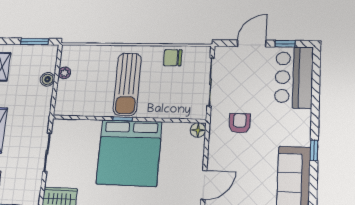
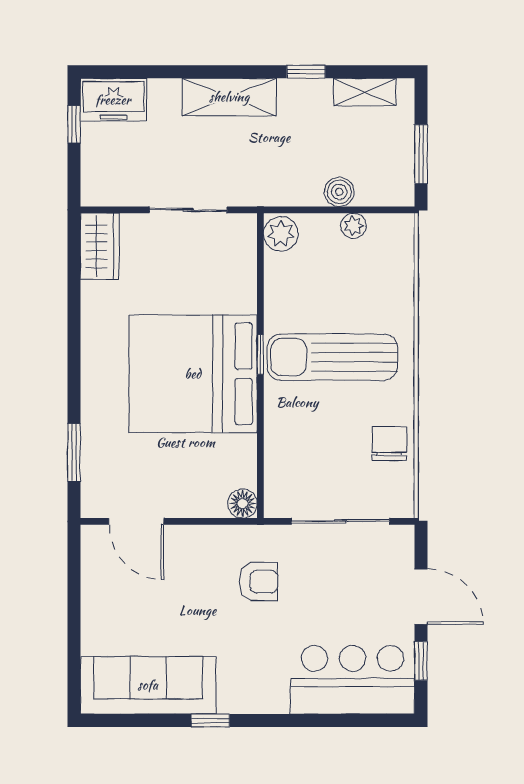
plant: (64, 107) -> (281, 234), added

